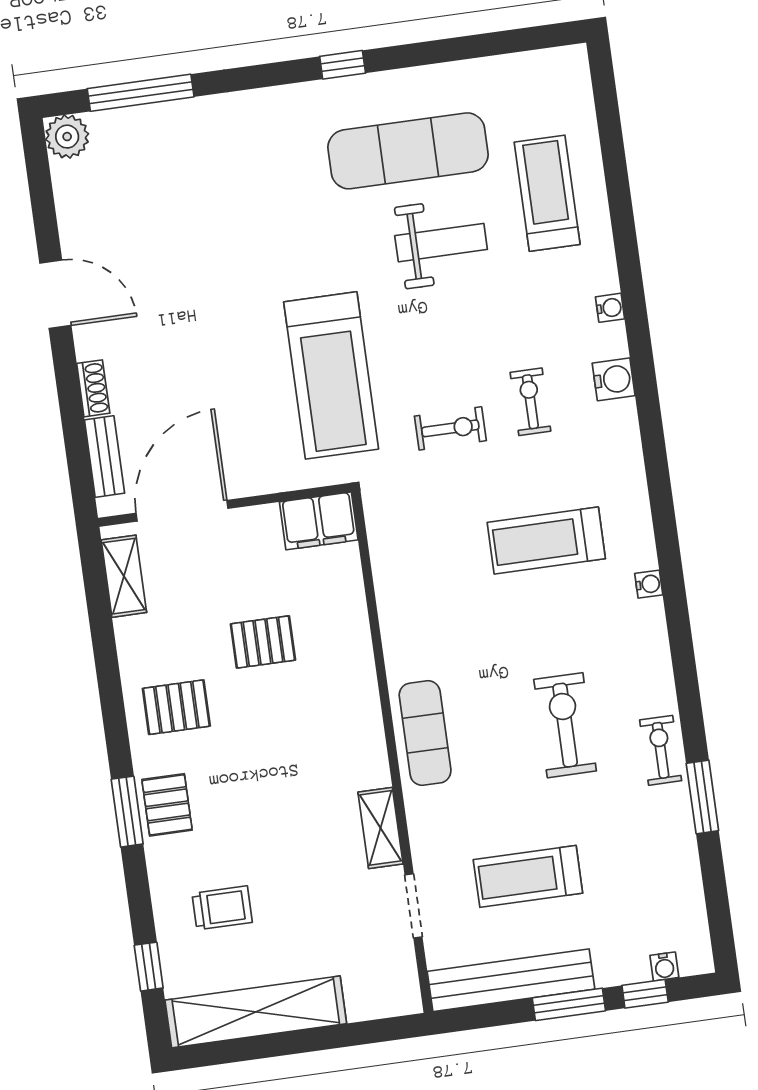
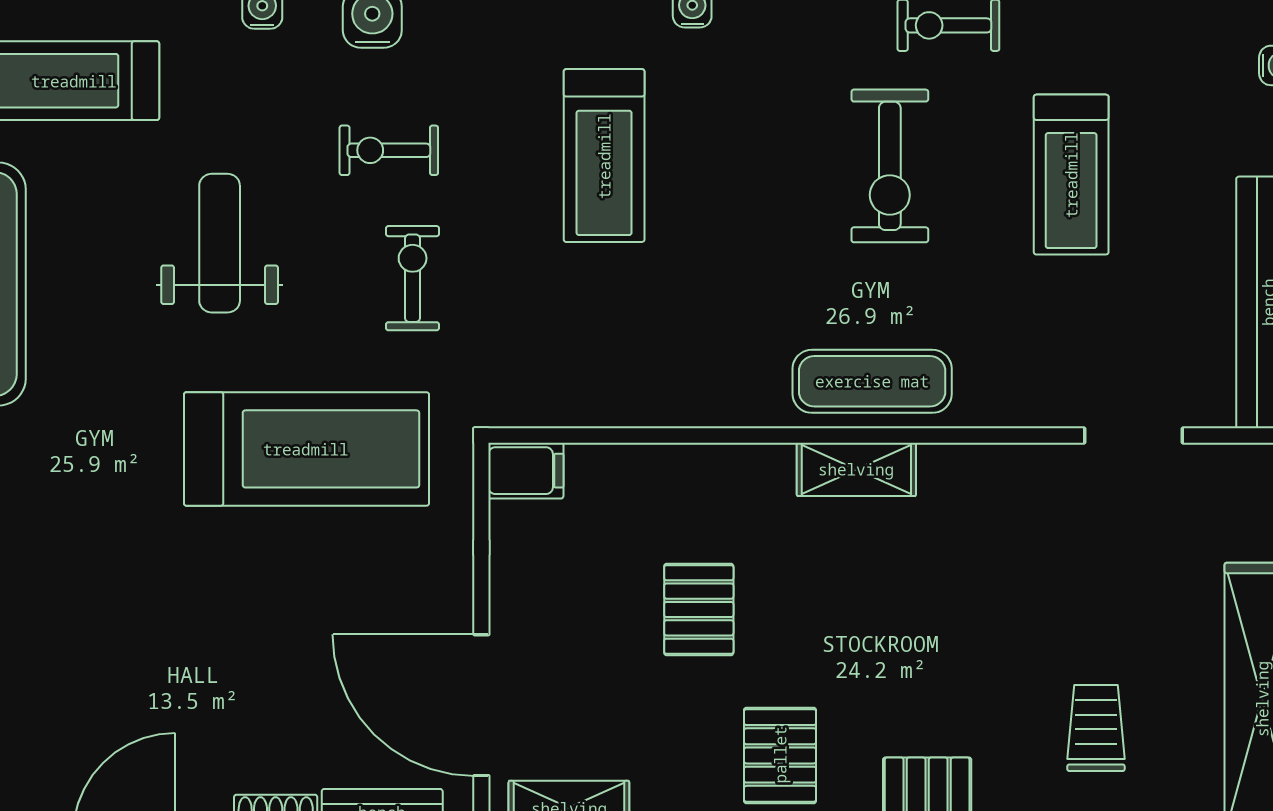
weight bench: (441, 243) -> (220, 243), moved
filing cabinet: (319, 521) -> (526, 471), width x0.50
exercise bike: (565, 725) -> (890, 166), turned -90
shelving: (381, 828) -> (856, 469), moved
treadmill: (528, 876) -> (1071, 175), moved

